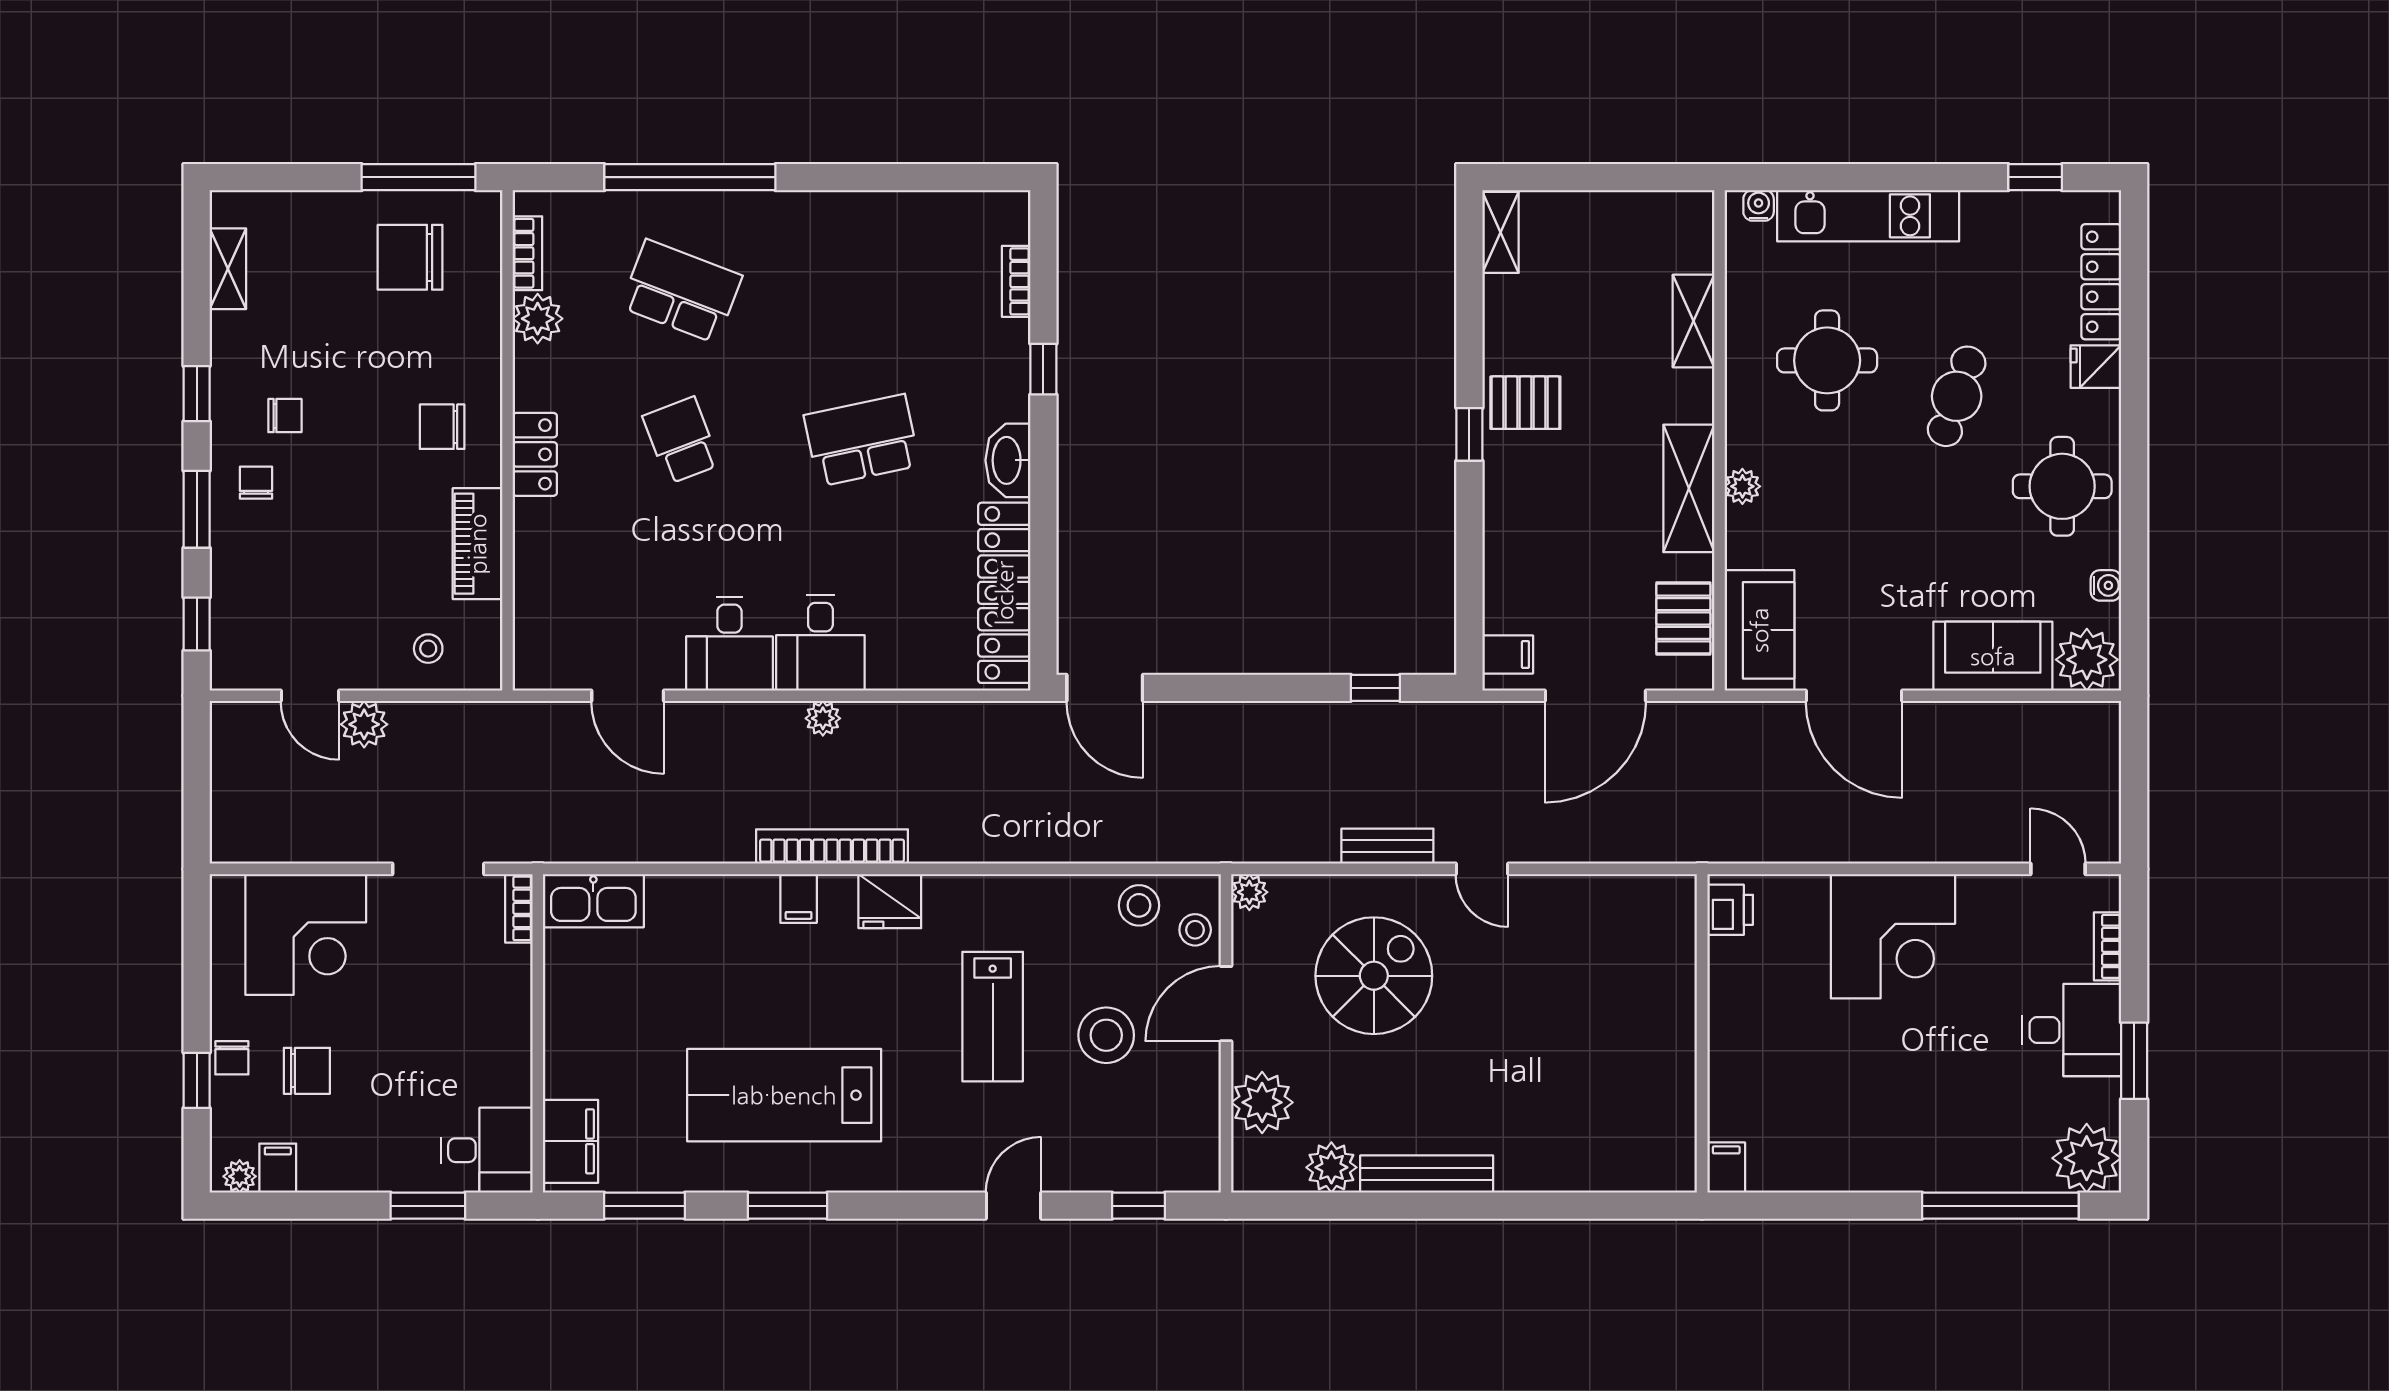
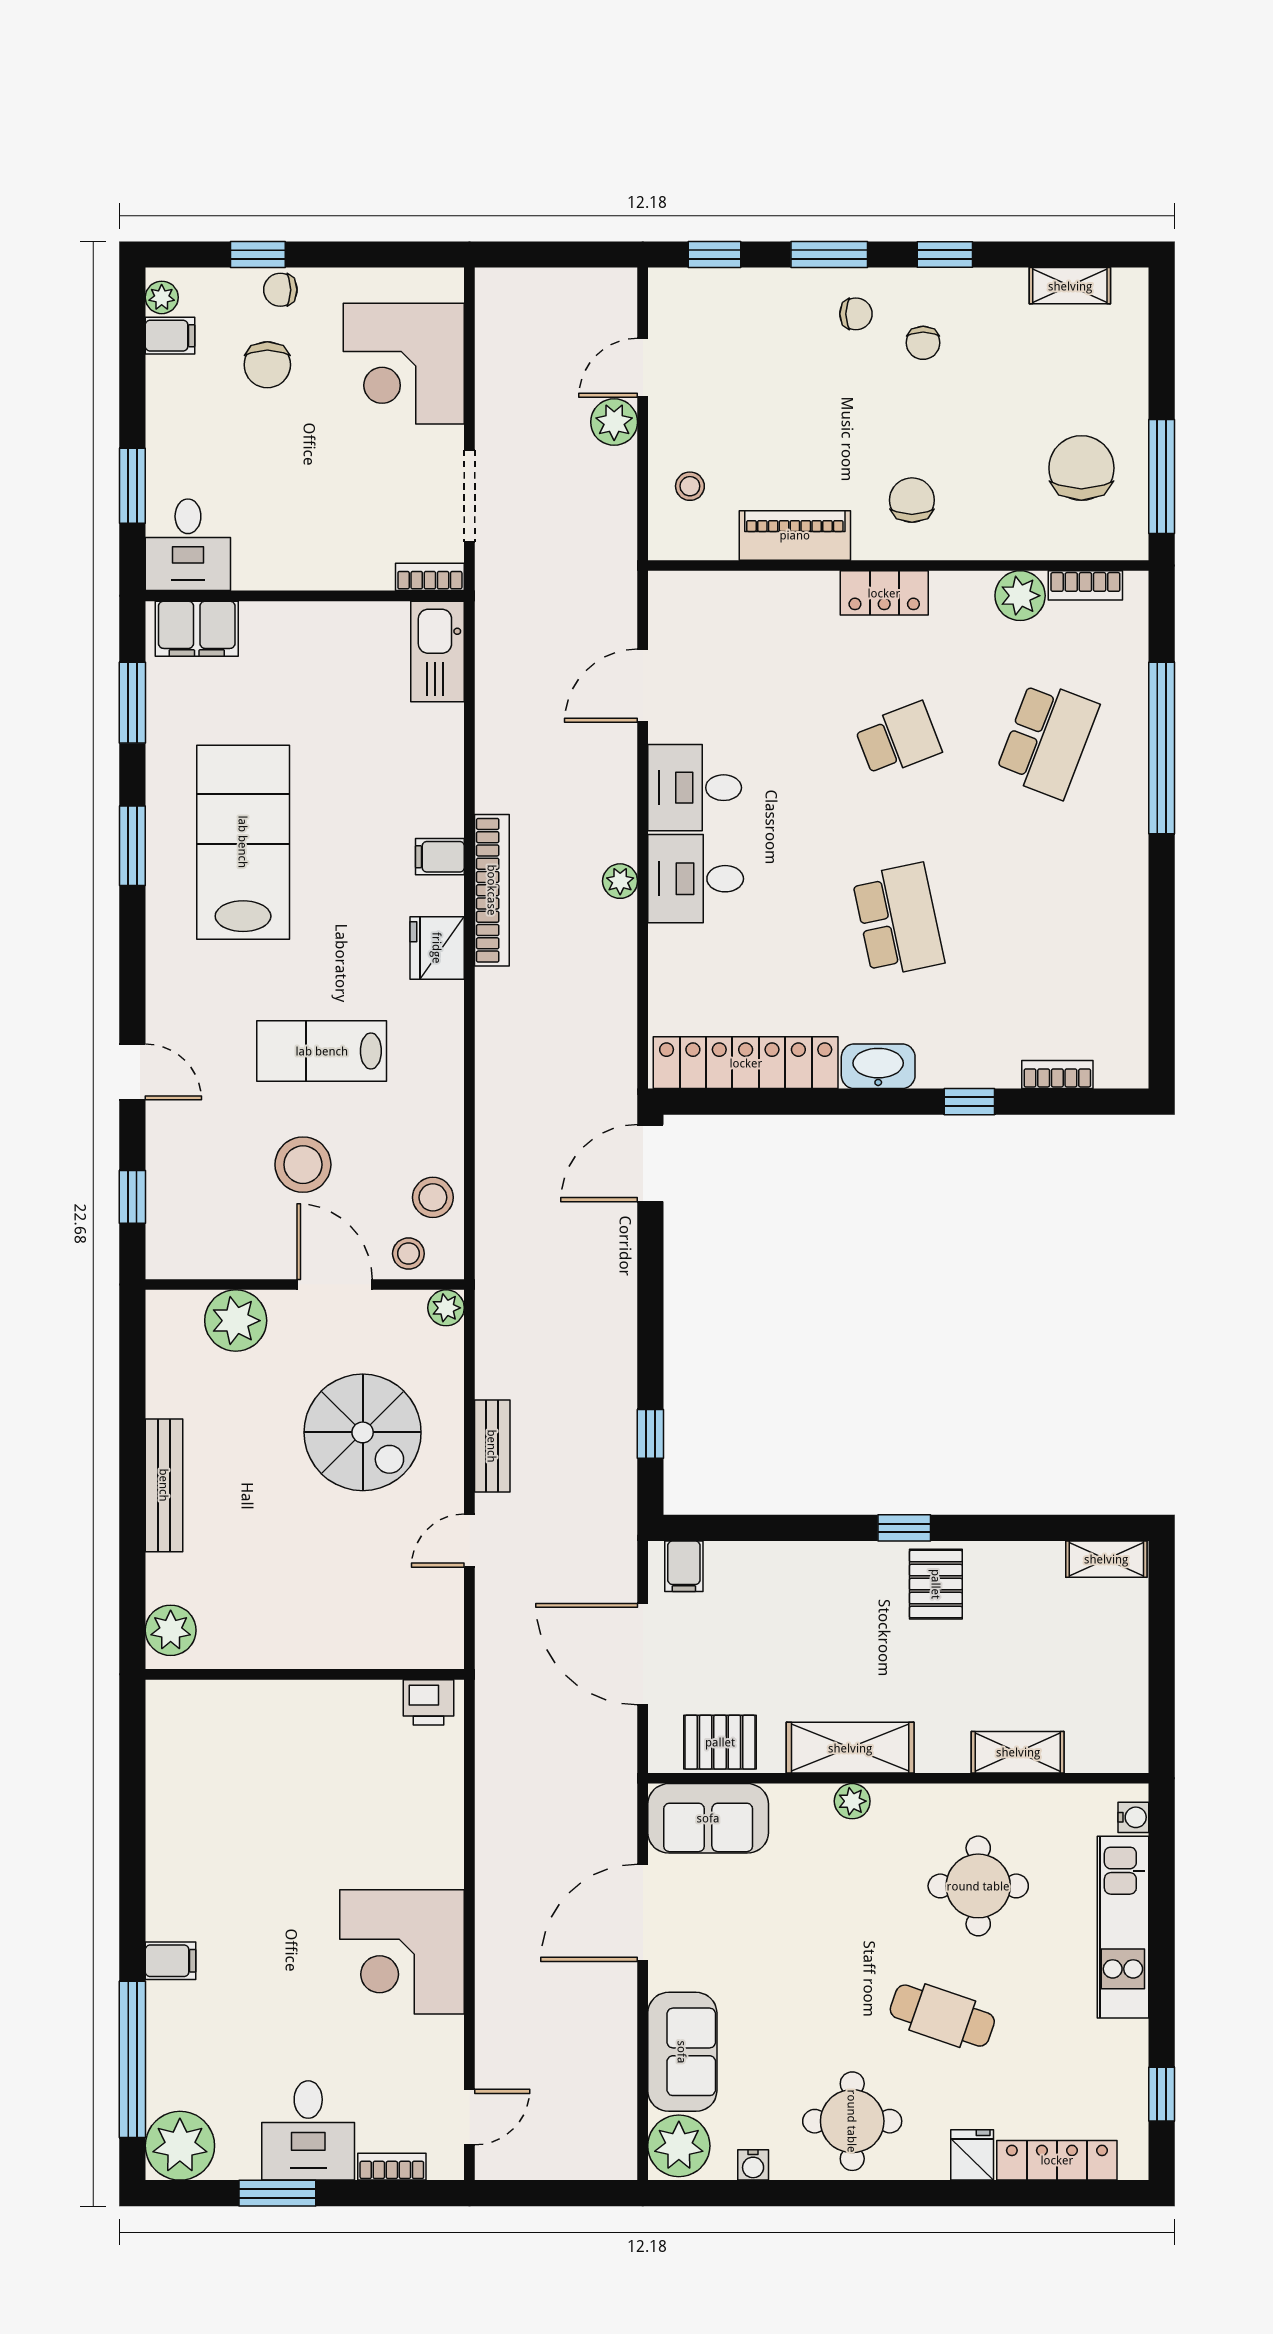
printer: (1730, 910) -> (428, 1702), moved
wall: (1702, 1033) -> (305, 1674), moved
plant: (1331, 1167) -> (171, 1630), moved
filing cabinet: (1726, 1168) -> (171, 1961), moved

